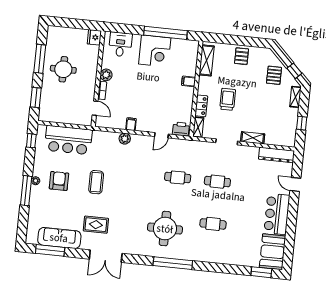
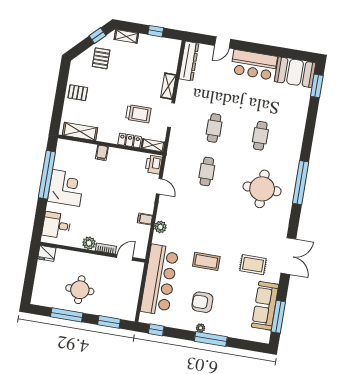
pallet: (274, 75) -> (101, 58), turned 90
trolley: (228, 99) -> (138, 114), moved, turned 180
bar counter: (68, 140) -> (160, 280), width x1.36
rug: (96, 225) -> (253, 265), turned 90

